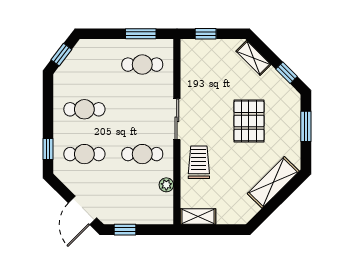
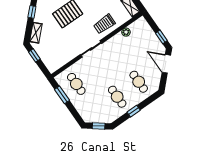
window: (206, 34) -> (34, 55), moved
window: (48, 149) -> (134, 111), moved
cafe table: (142, 154) -> (119, 54), removed
door: (83, 210) -> (166, 64), swing flipped

